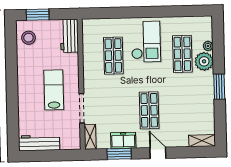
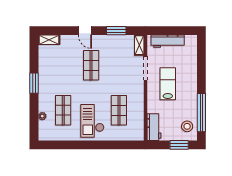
window: (11, 55) -> (201, 113), added
plant: (204, 61) -> (46, 104), removed
lab bench: (54, 90) -> (168, 84), turned 180
freezer: (123, 140) -> (113, 41), removed
workbench: (39, 143) -> (168, 41), moved

